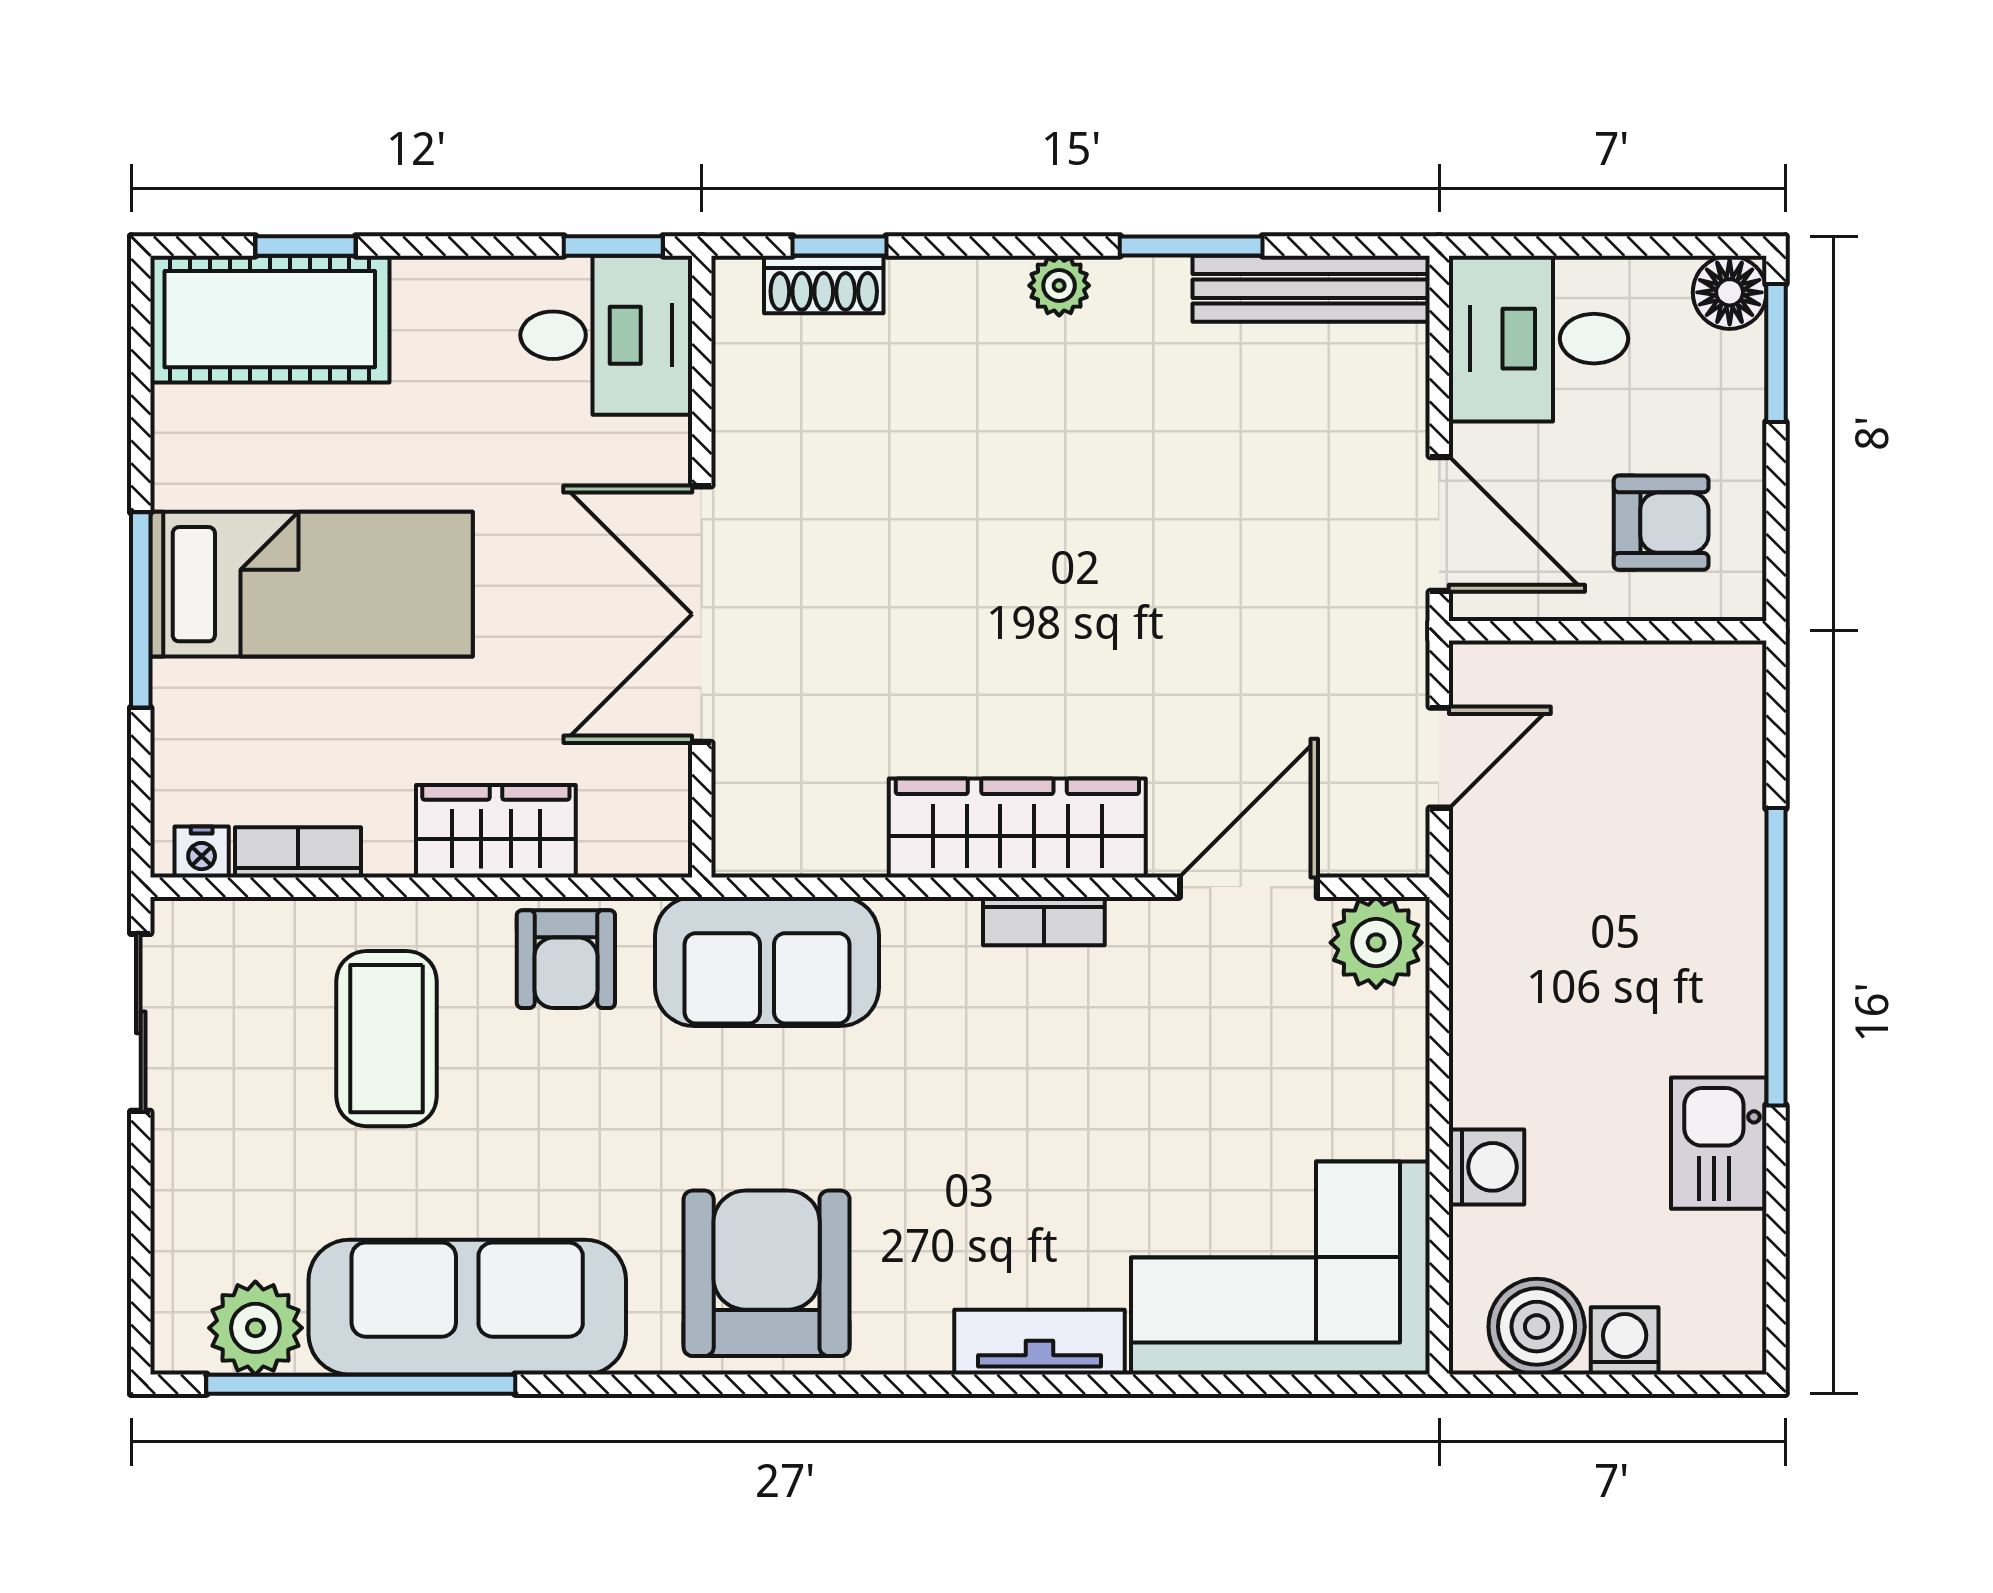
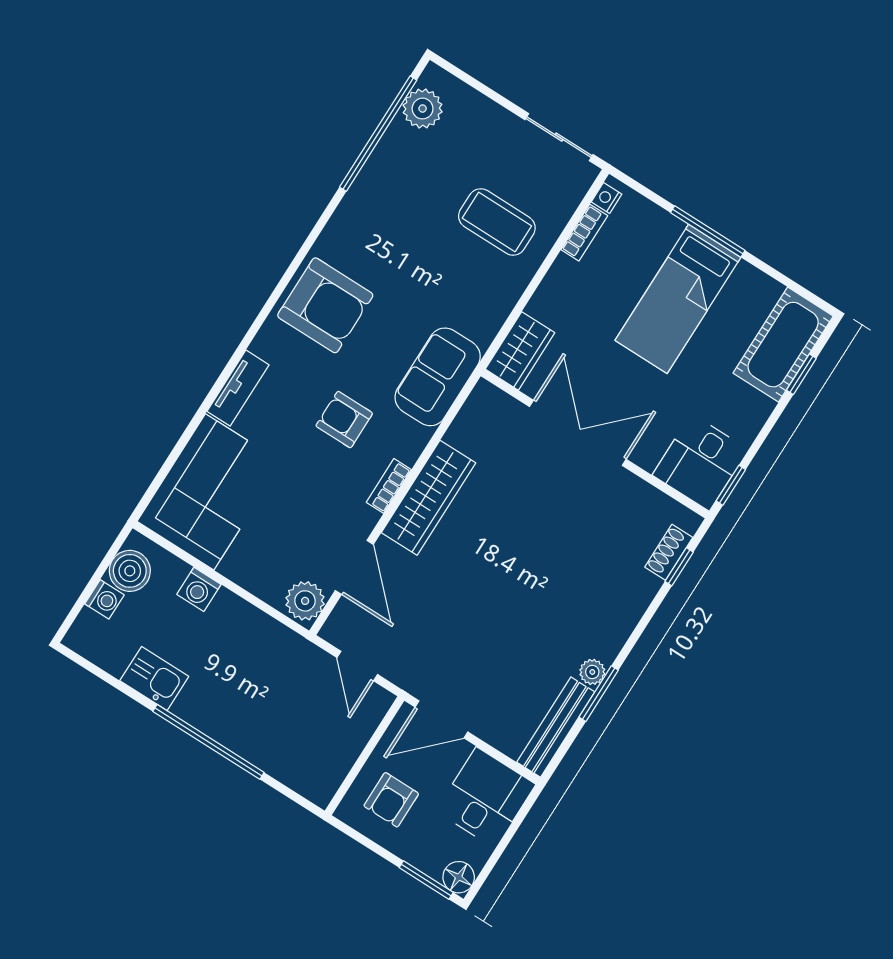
plant: (1059, 286) -> (592, 672), moved
wardrobe: (496, 831) -> (520, 351), moved
armchair: (566, 959) -> (344, 420), moved
sofa: (467, 1307) -> (382, 190), removed

